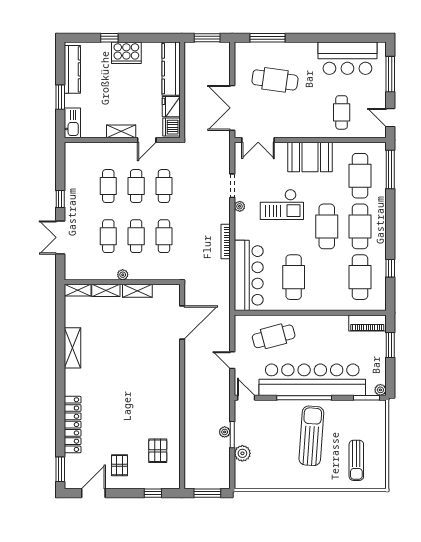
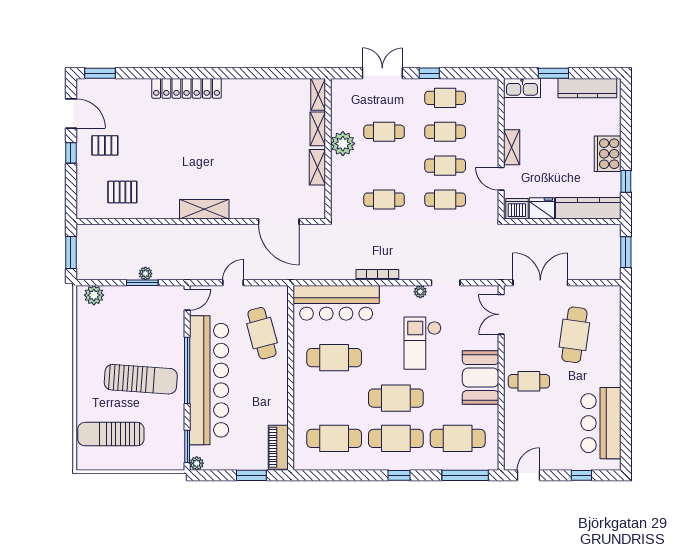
window: (109, 38) -> (626, 181), moved
window: (268, 38) -> (626, 326), removed
window: (390, 74) -> (581, 475), width x0.46
cafe table: (342, 112) -> (529, 381), moved
cafe table: (136, 236) -> (445, 98), moved
window: (390, 268) -> (399, 475), moved
plant: (123, 275) -> (343, 144), width x1.88, depth x1.88
shelving: (73, 348) -> (204, 209), moved
locker: (73, 425) -> (187, 88), moved
plant: (242, 453) -> (94, 295), moved
sun lounger: (356, 460) -> (111, 434), width x1.36, depth x1.34
window: (153, 493) -> (71, 153), moved

